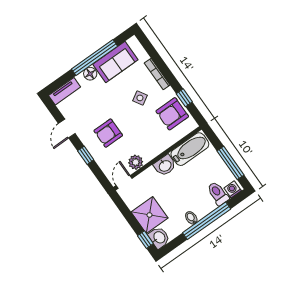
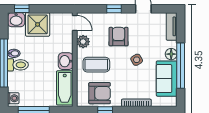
side table: (140, 98) -> (137, 60), moved
armchair: (172, 114) -> (100, 93), turned 90
coffee table: (148, 135) -> (96, 65), added
toilet: (218, 194) -> (18, 65), moved

